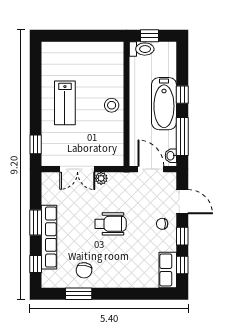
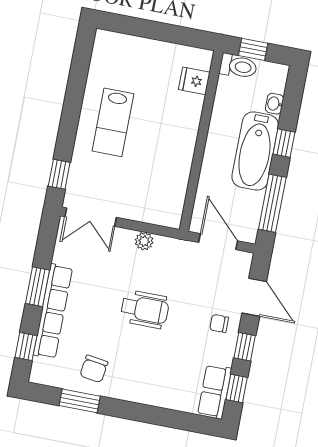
fridge: (114, 64) -> (194, 81), added
stool: (112, 105) -> (179, 139), removed
washbasin: (171, 156) -> (274, 104), moved
double door: (77, 169) -> (91, 217), moved

